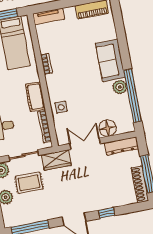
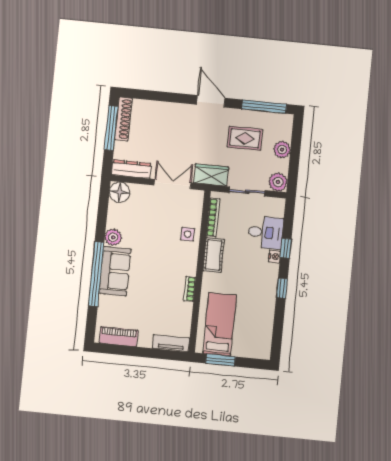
window: (133, 96) -> (96, 274), moved
floor lamp: (108, 128) -> (120, 192), moved
double door: (85, 144) -> (173, 184), swing flipped
rug: (29, 183) -> (245, 138), moved
window: (107, 213) -> (171, 97), removed

